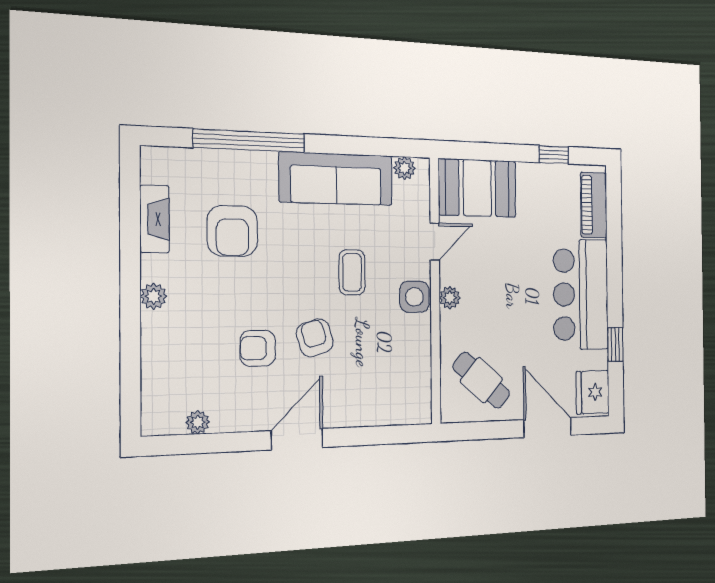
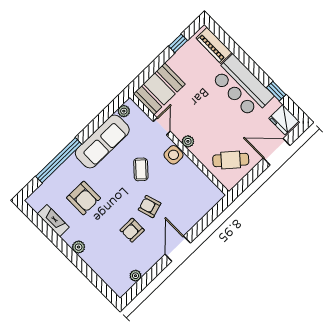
coffee table: (352, 272) -> (141, 169), turned 42

